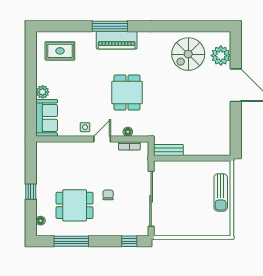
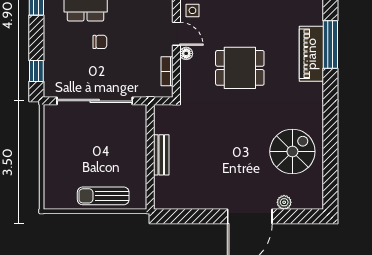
spiral stairs: (188, 54) -> (292, 152), turned 90
plant: (221, 56) -> (284, 202), width x0.53, depth x0.53
floor lamp: (128, 132) -> (186, 53), moved
bench: (168, 150) -> (161, 155), moved

